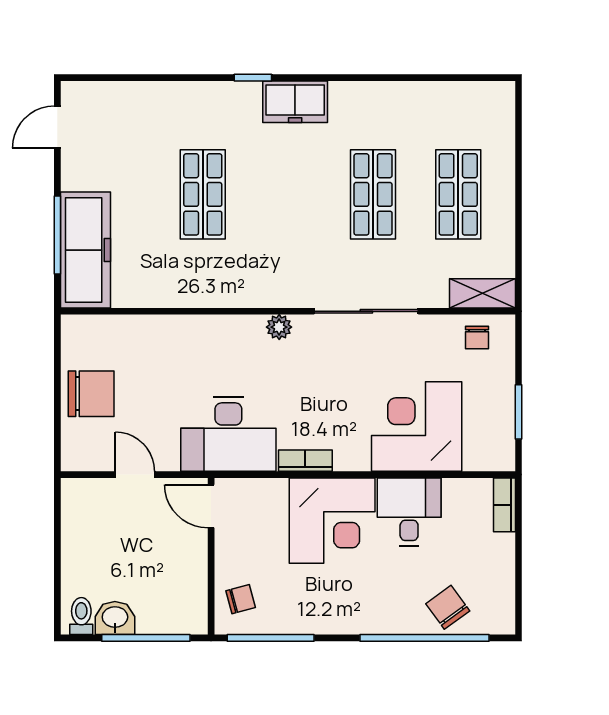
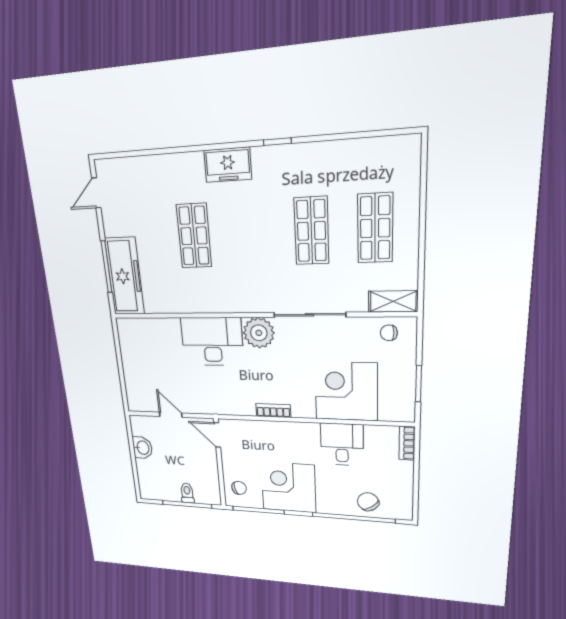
window: (253, 78) -> (277, 142), moved
freezer: (295, 102) -> (228, 165), moved
plant: (279, 327) -> (259, 333), width x1.87, depth x1.87
chair: (477, 338) -> (389, 333), turned 90
chair: (91, 394) -> (140, 367), removed
desk: (228, 434) -> (212, 342), moved, turned 180
corner desk: (332, 521) -> (288, 487), moved, turned 180
toilet: (81, 616) -> (187, 493), moved
washbasin: (115, 618) -> (142, 448), moved, turned 90

